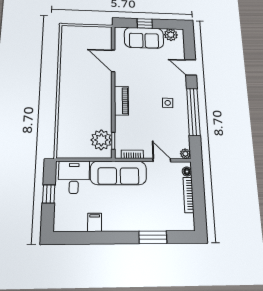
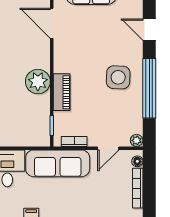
piano: (121, 101) -> (62, 92), moved
side table: (168, 103) -> (118, 77), width x1.87, depth x1.87
plant: (101, 140) -> (38, 82), moved
door: (162, 160) -> (108, 148), swing flipped

